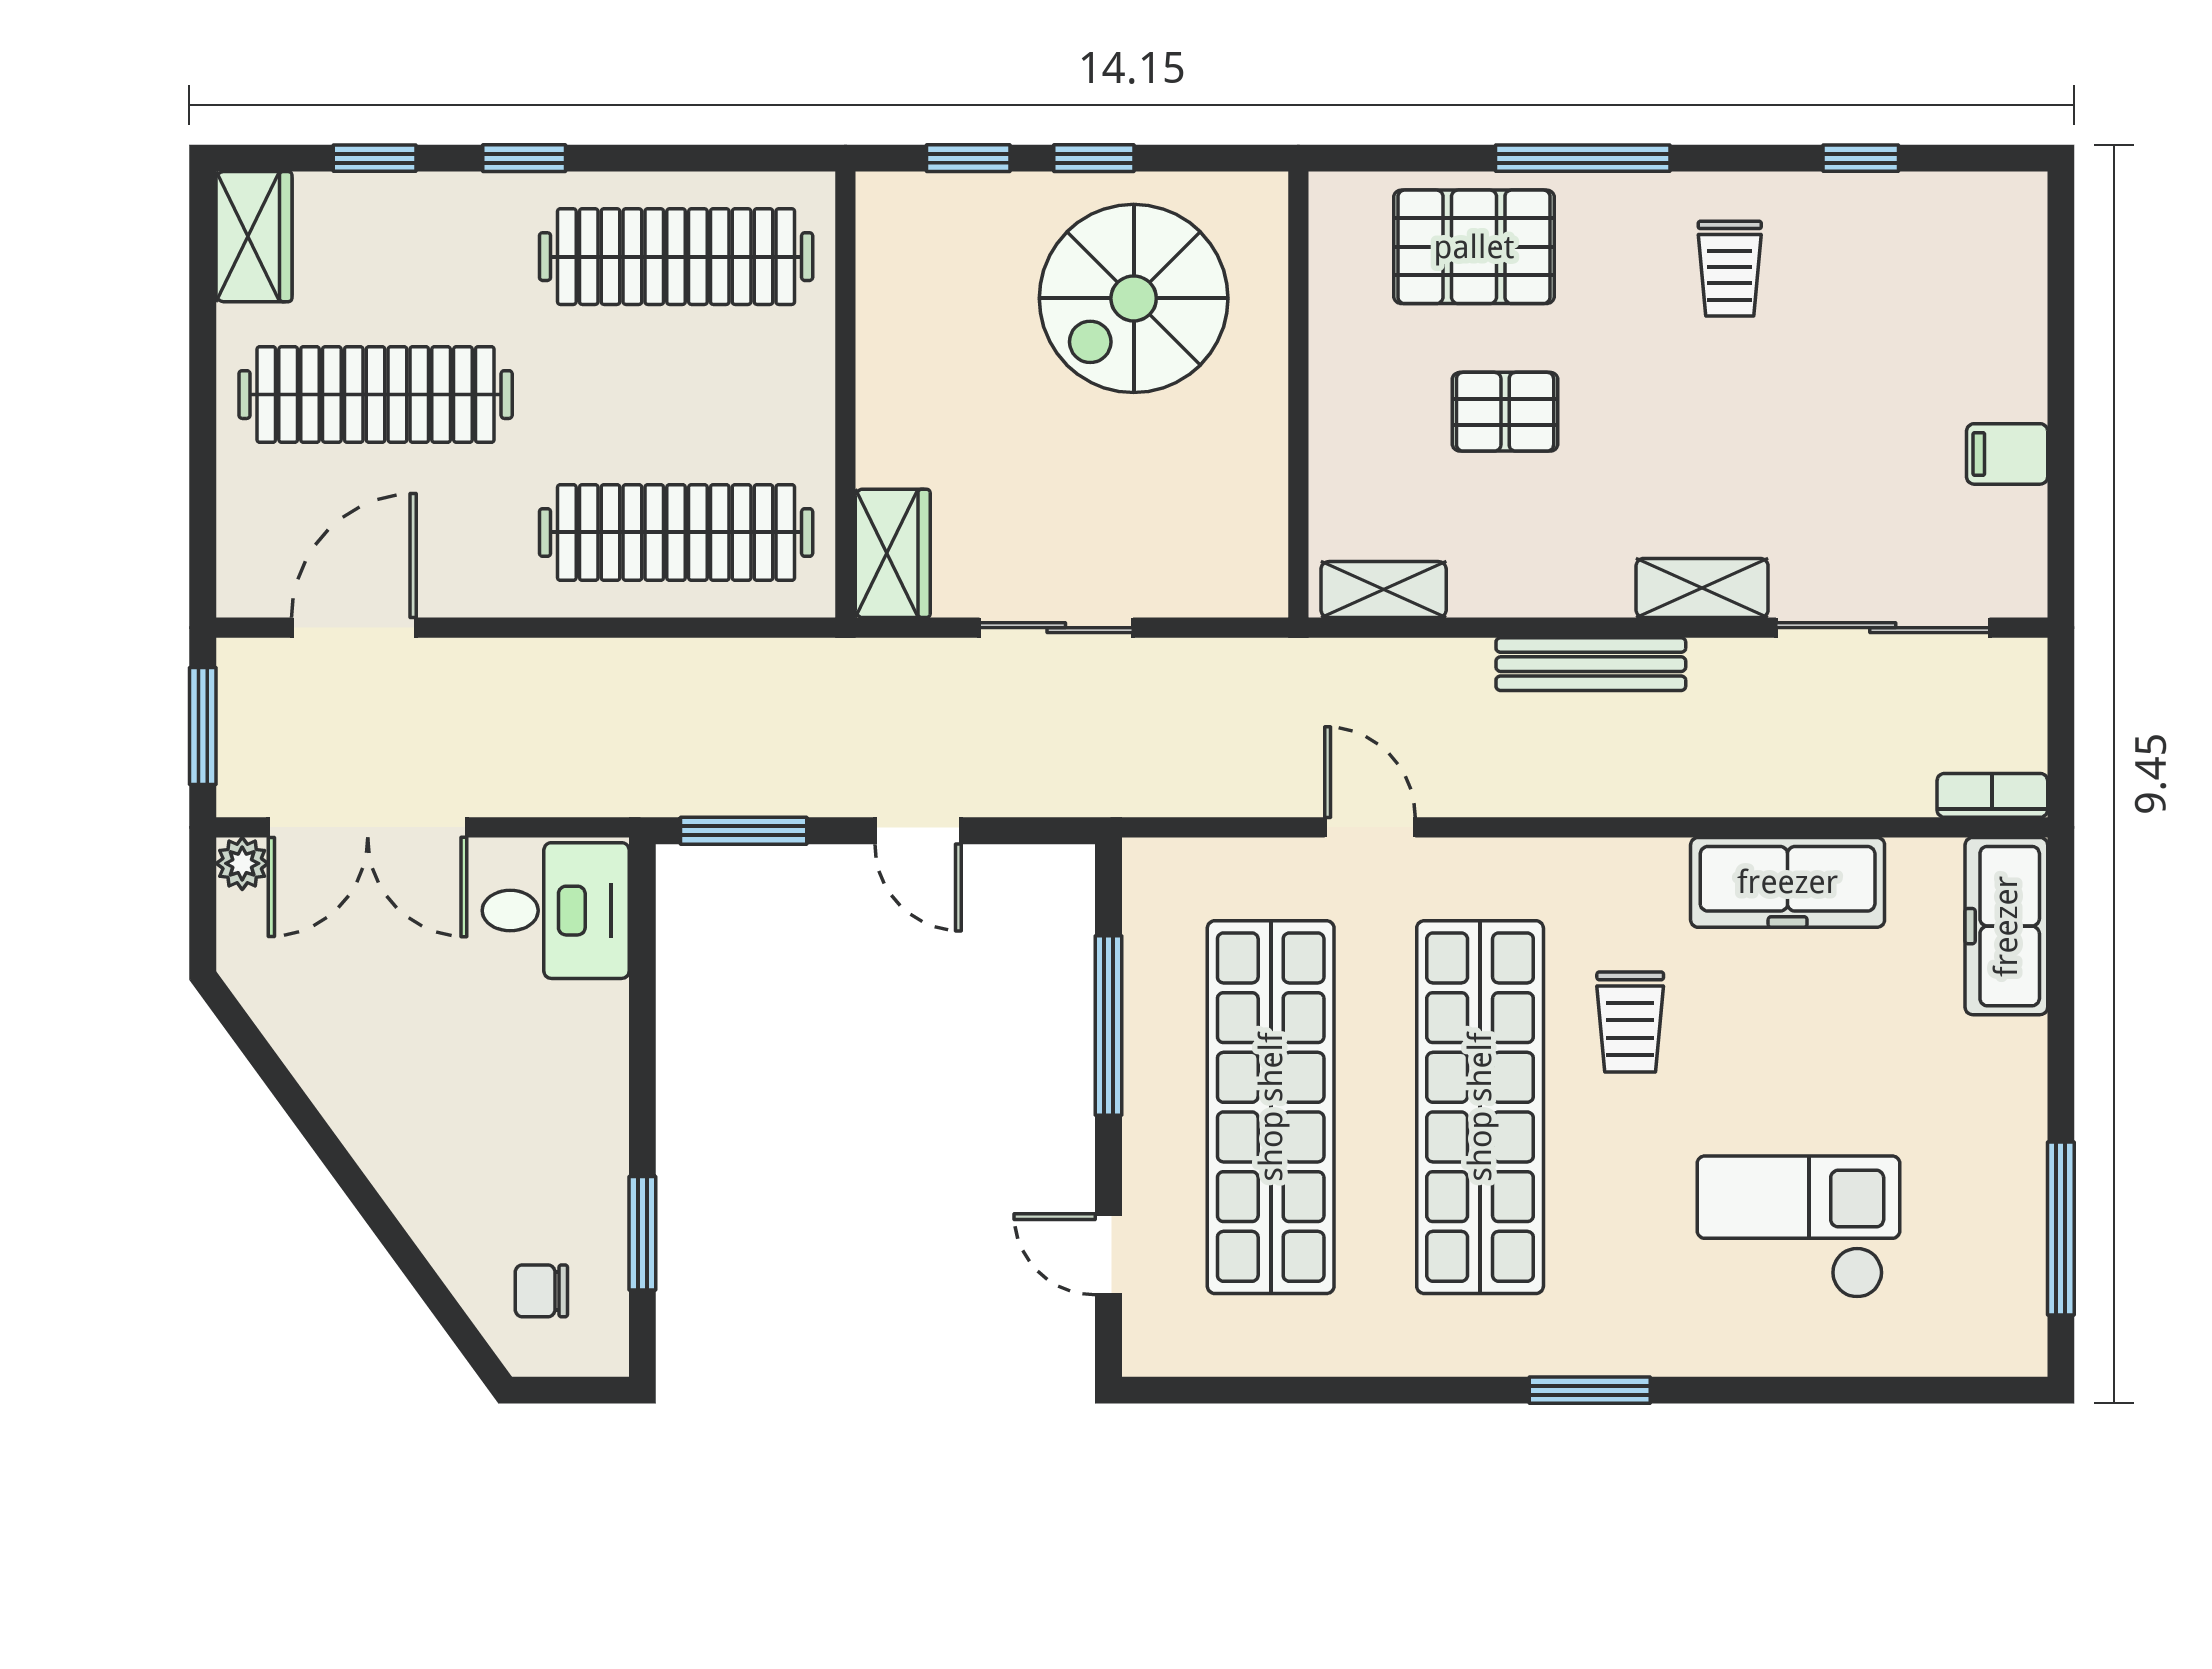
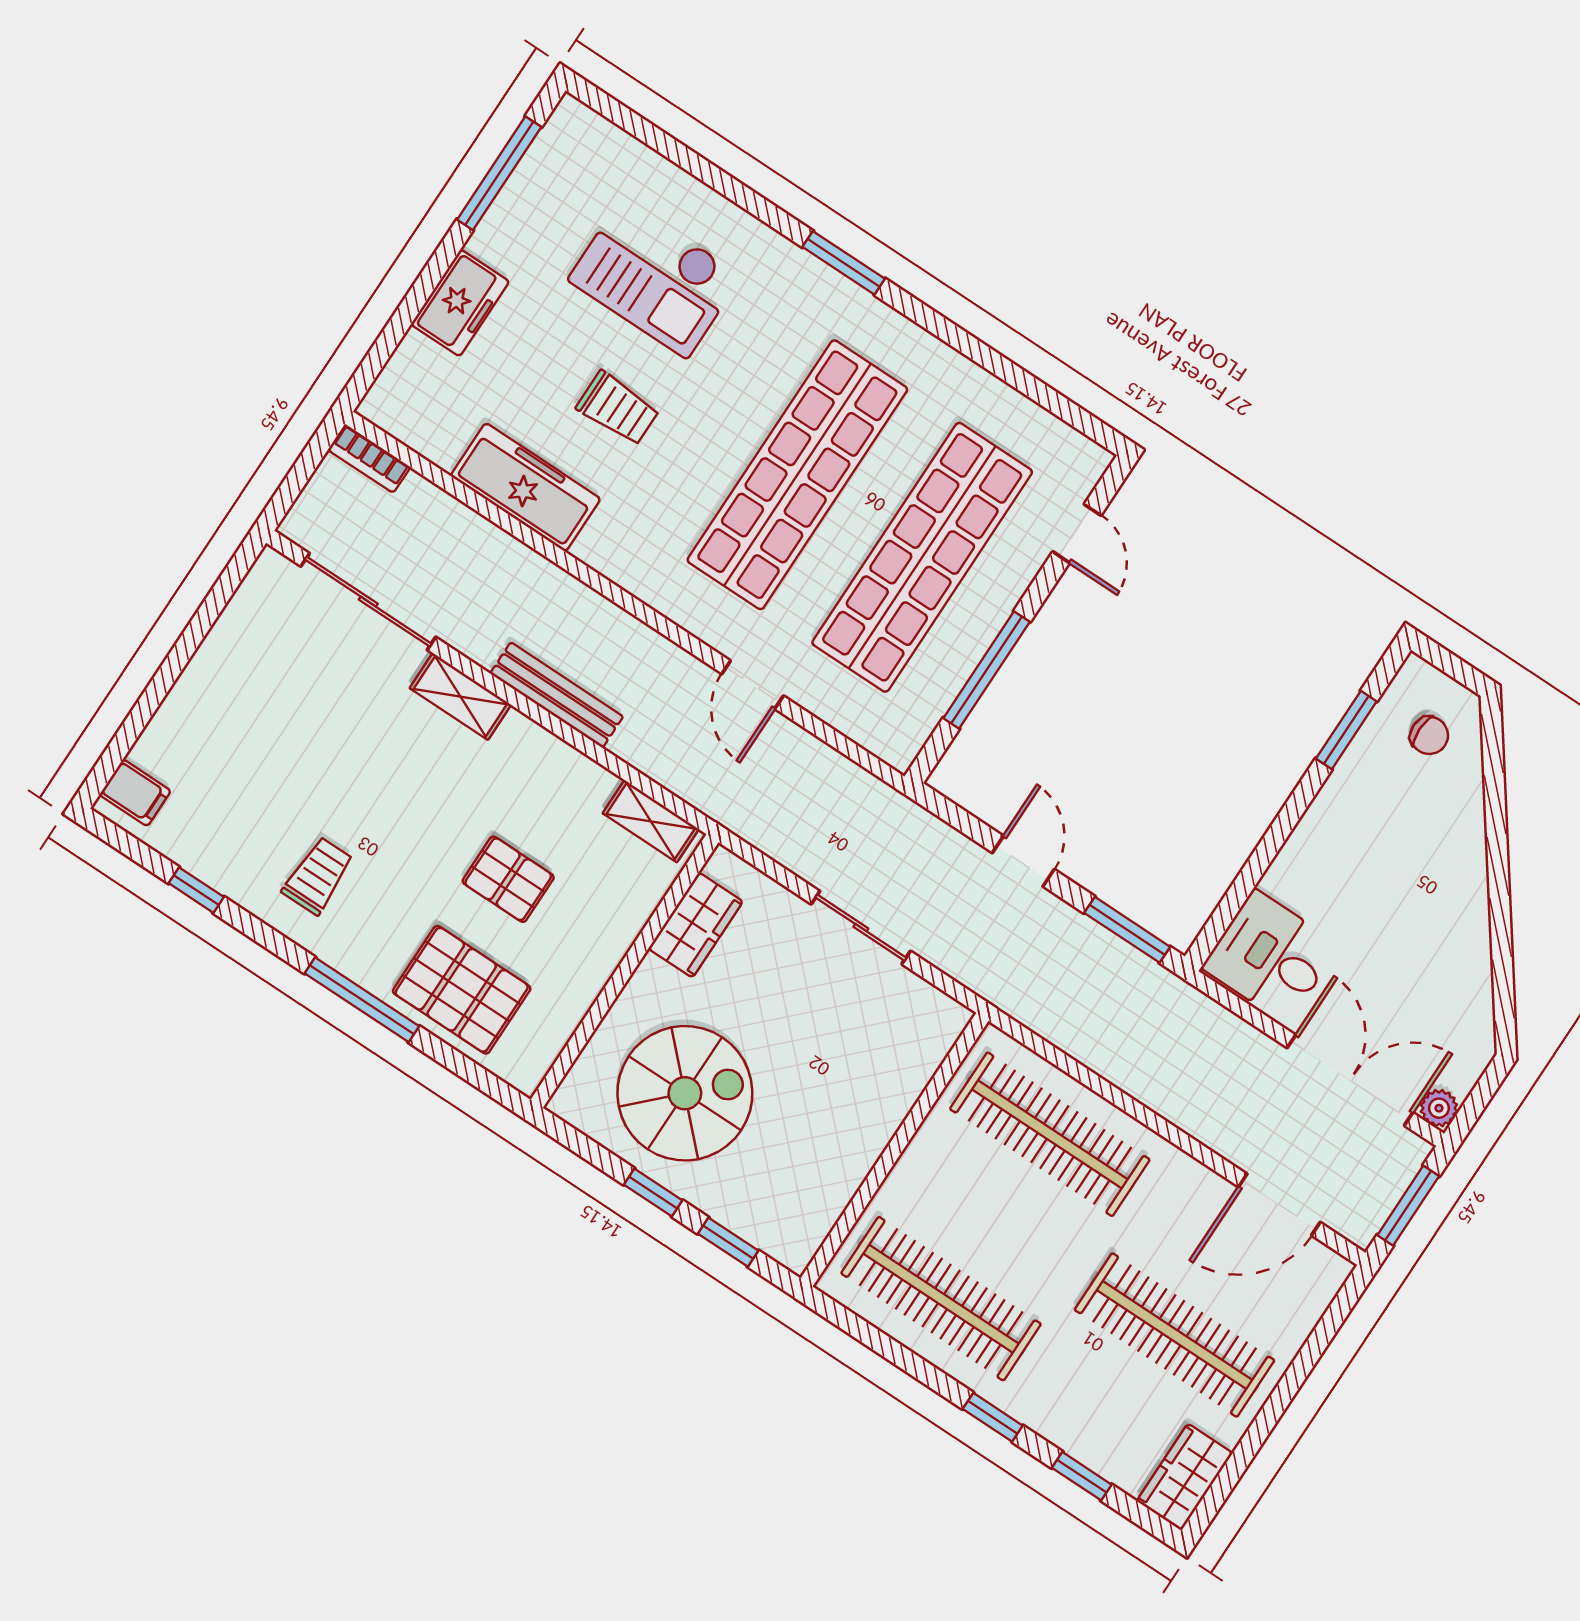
filing cabinet: (2007, 454) -> (135, 793), moved
wardrobe: (893, 553) -> (696, 925), moved, turned 180
freezer: (2006, 926) -> (460, 303), moved, width x0.71
trolley: (1630, 1022) -> (618, 408), moved, turned 90

